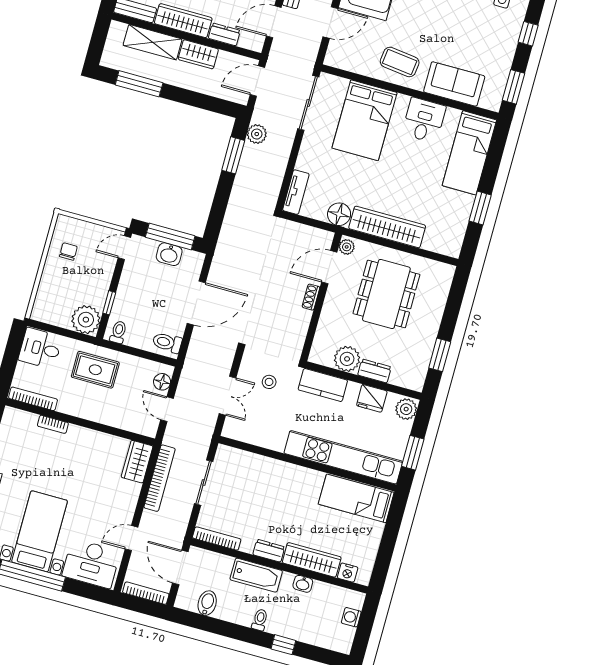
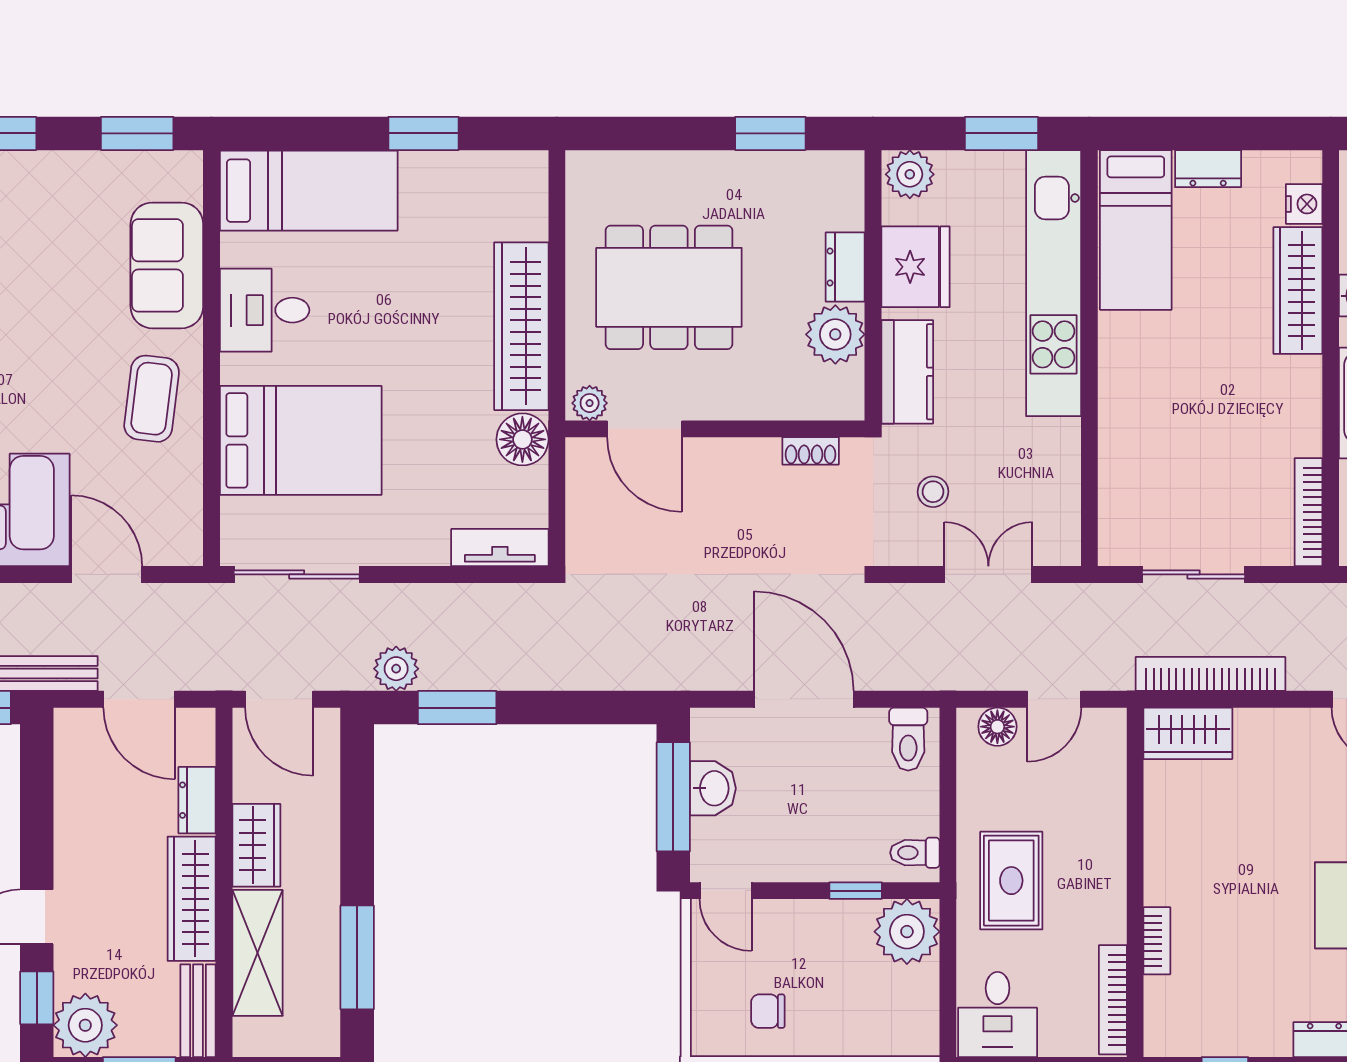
shoe rack: (311, 297) -> (811, 451), moved
fridge: (372, 398) -> (916, 267), width x1.36, depth x1.34
dresser: (269, 551) -> (1208, 169), moved, turned -90

